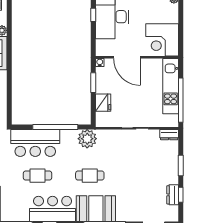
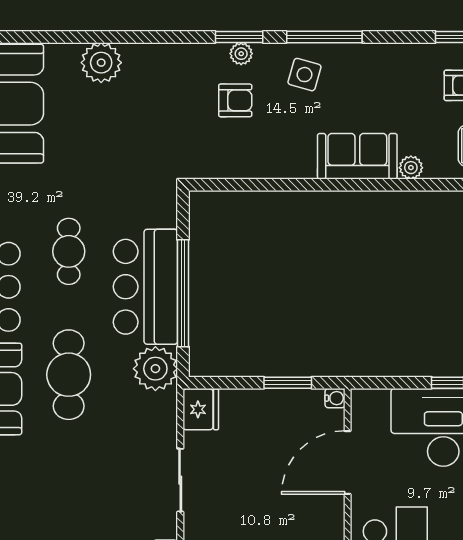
fridge: (103, 103) -> (201, 409), moved, turned -90
bar counter: (35, 143) -> (145, 287), moved
cafe table: (90, 176) -> (69, 375), width x1.37, depth x1.35

